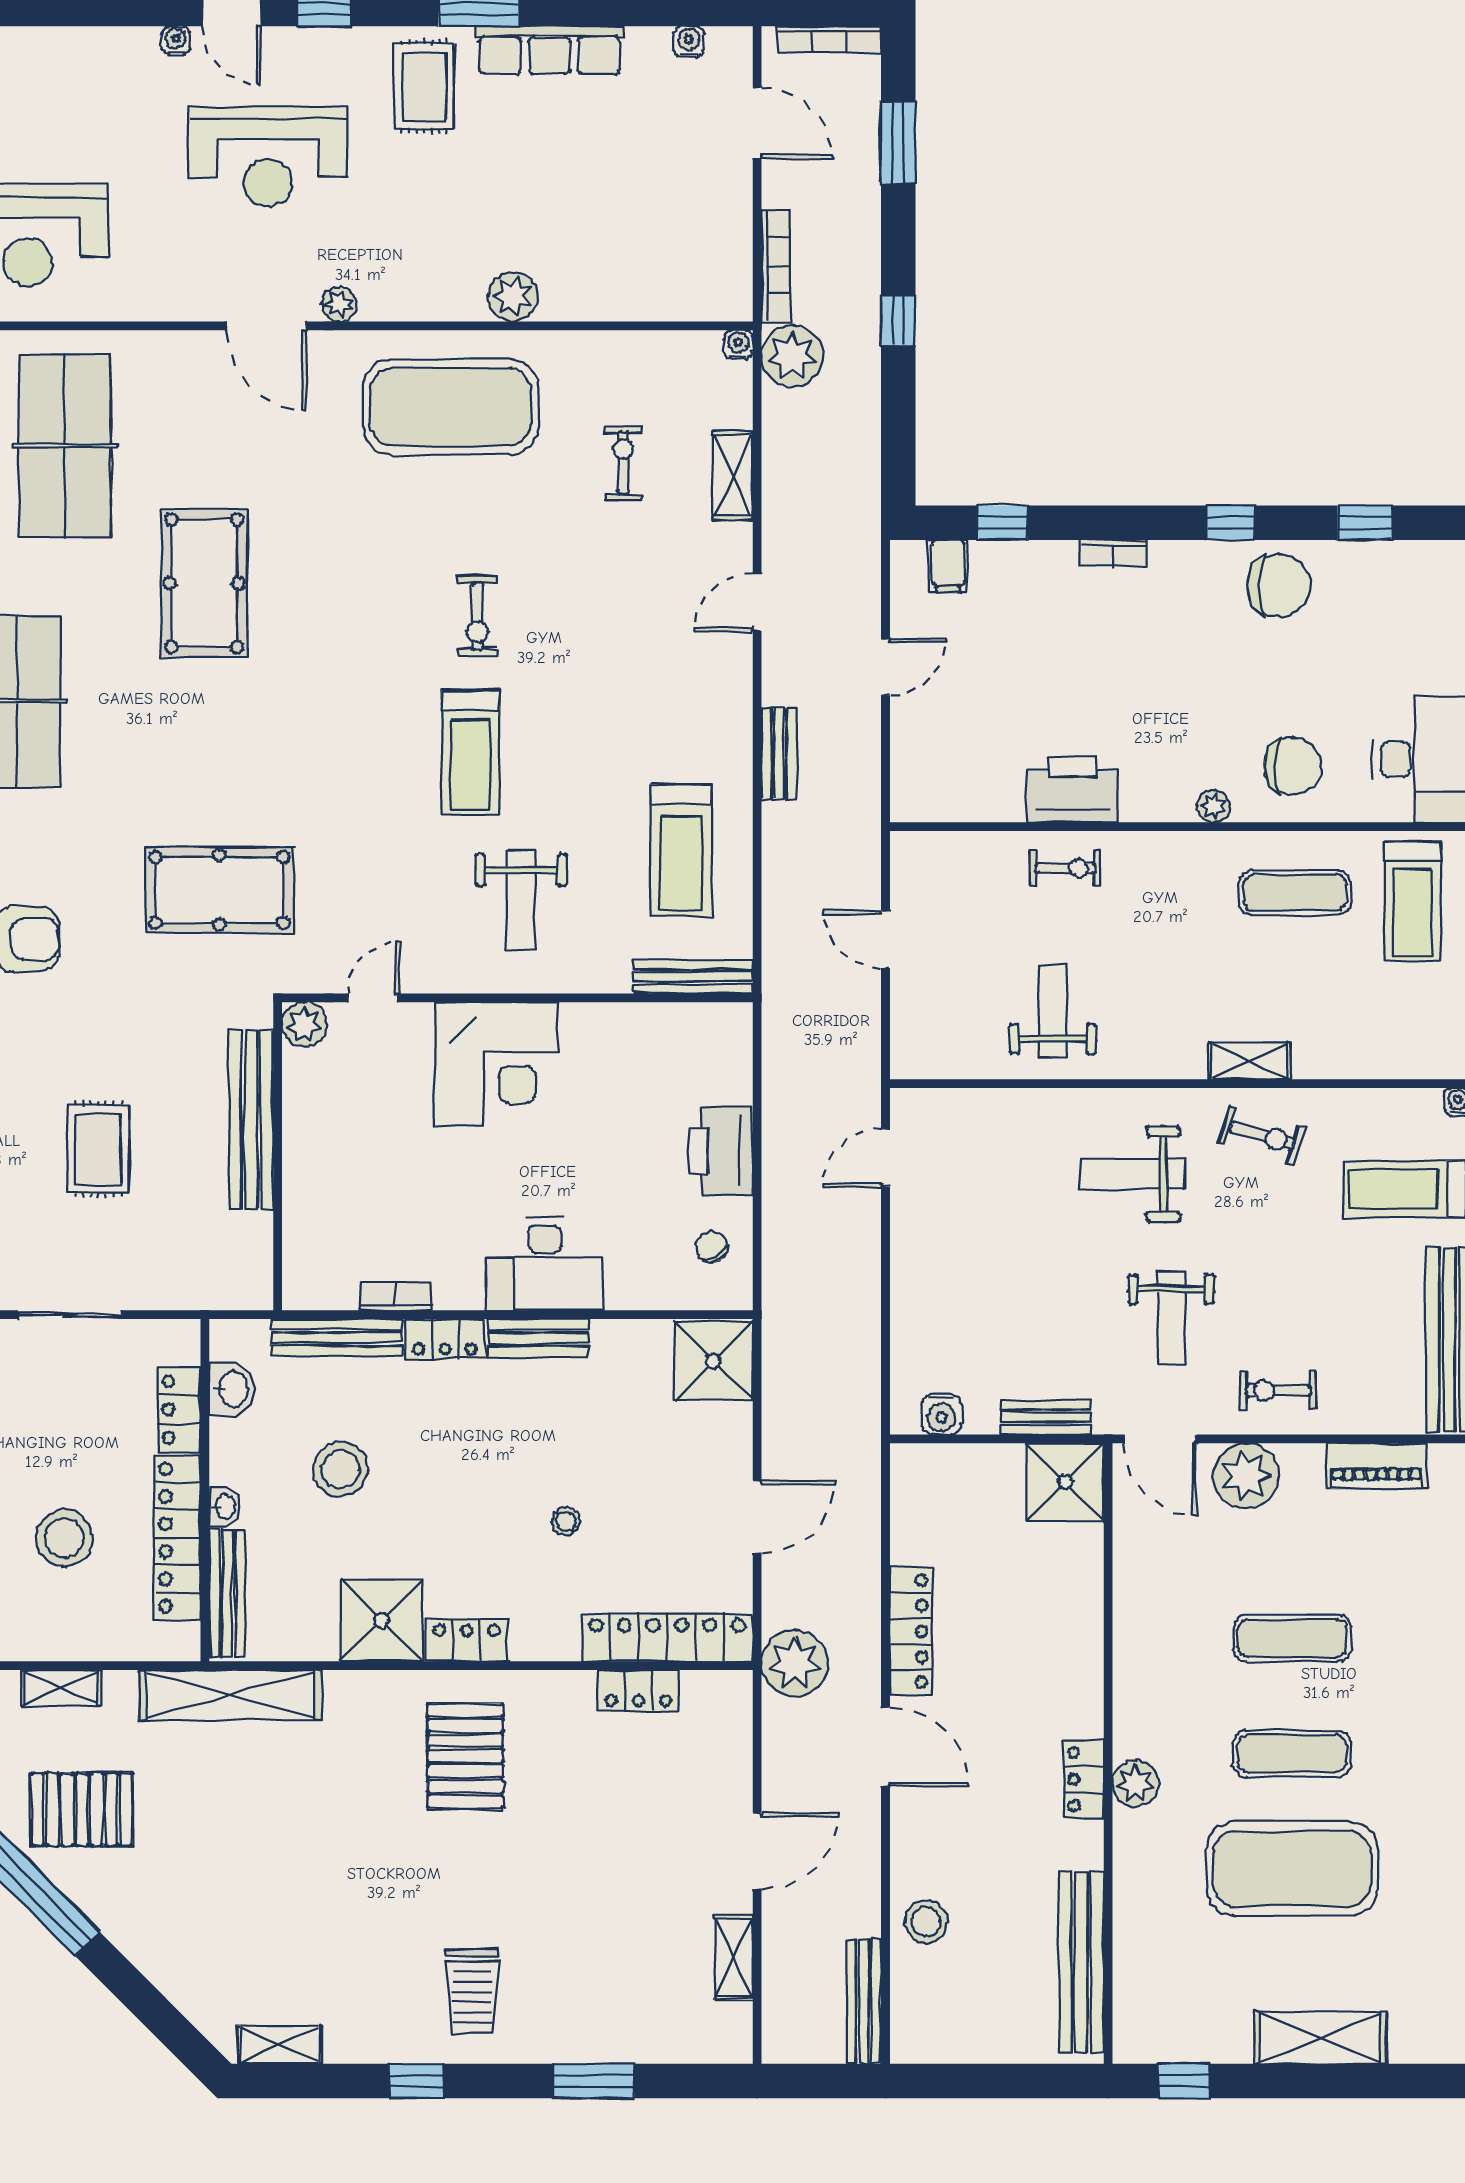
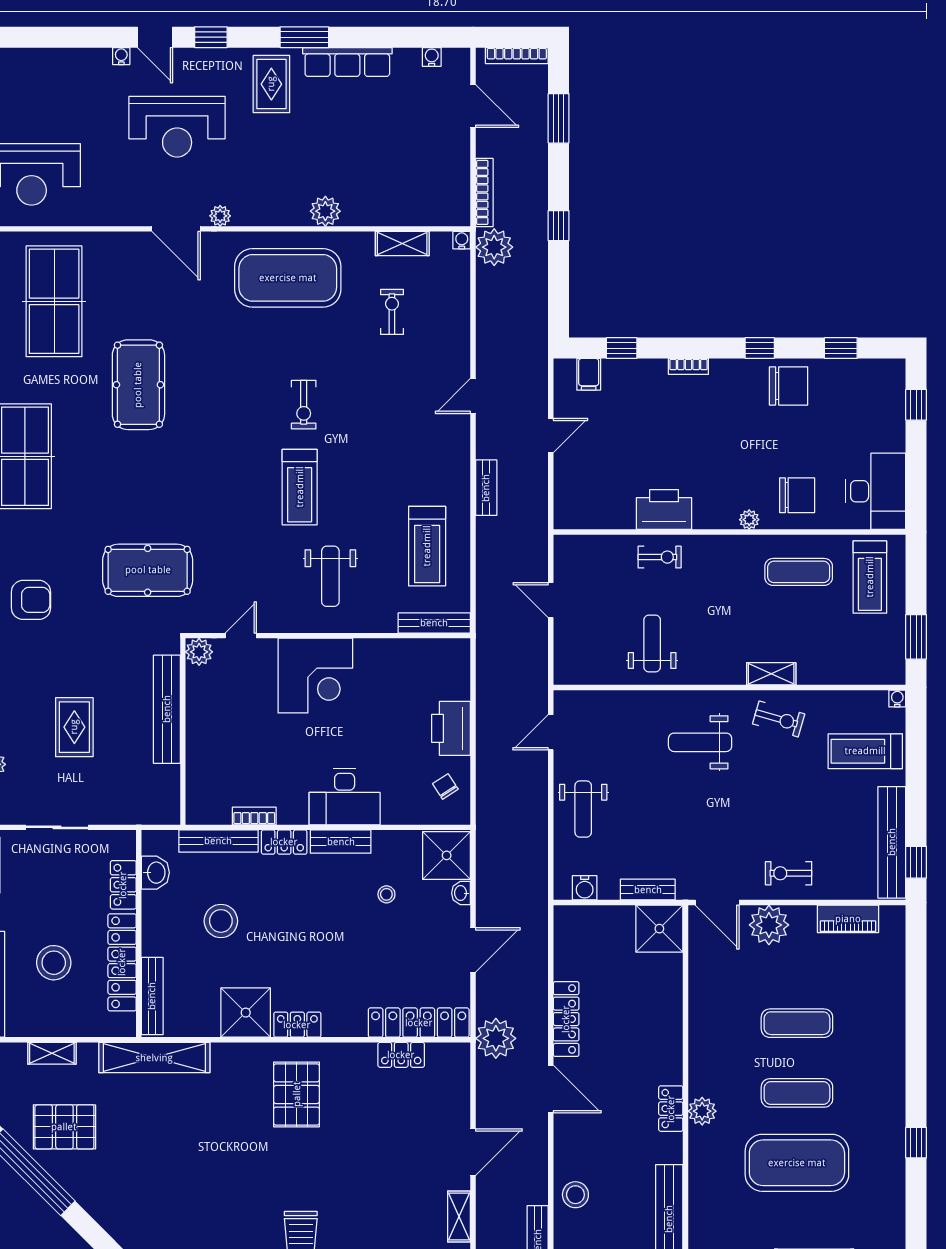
shelving: (733, 475) -> (402, 244), moved, turned 90
weight bench: (1171, 1317) -> (583, 809), moved
washbasin: (225, 1507) -> (461, 893), moved, turned 180
stool: (566, 1522) -> (386, 894), moved

